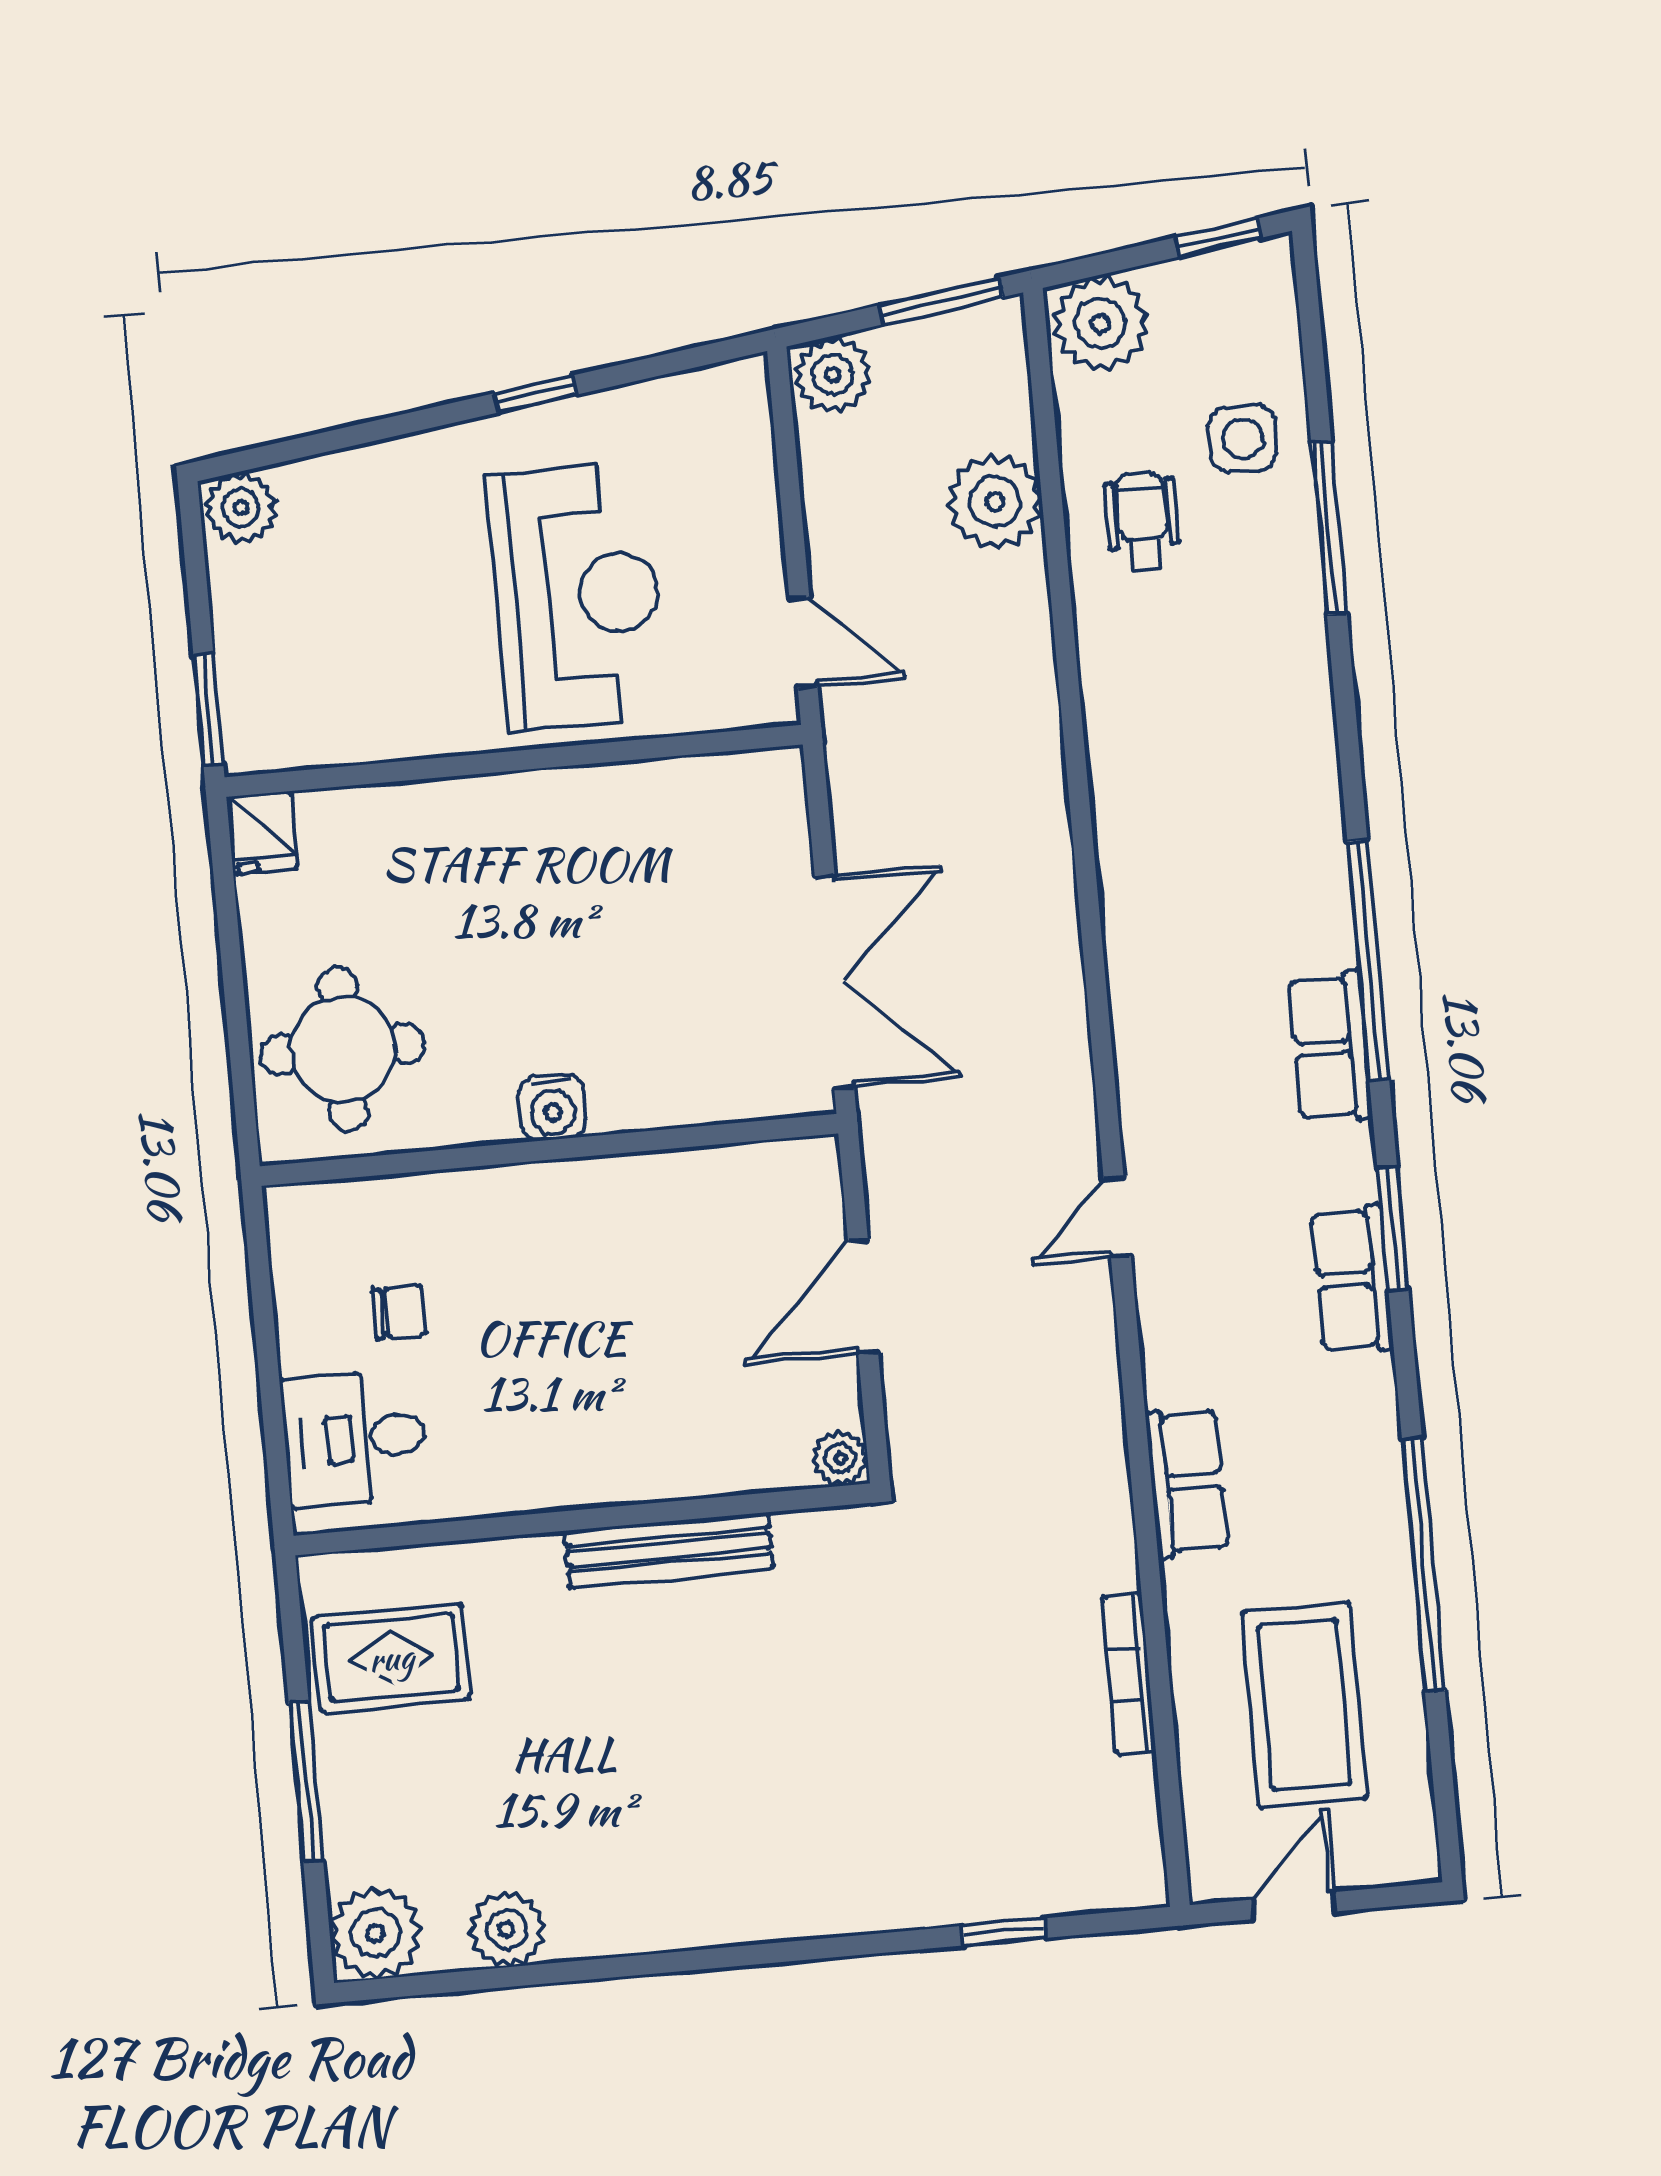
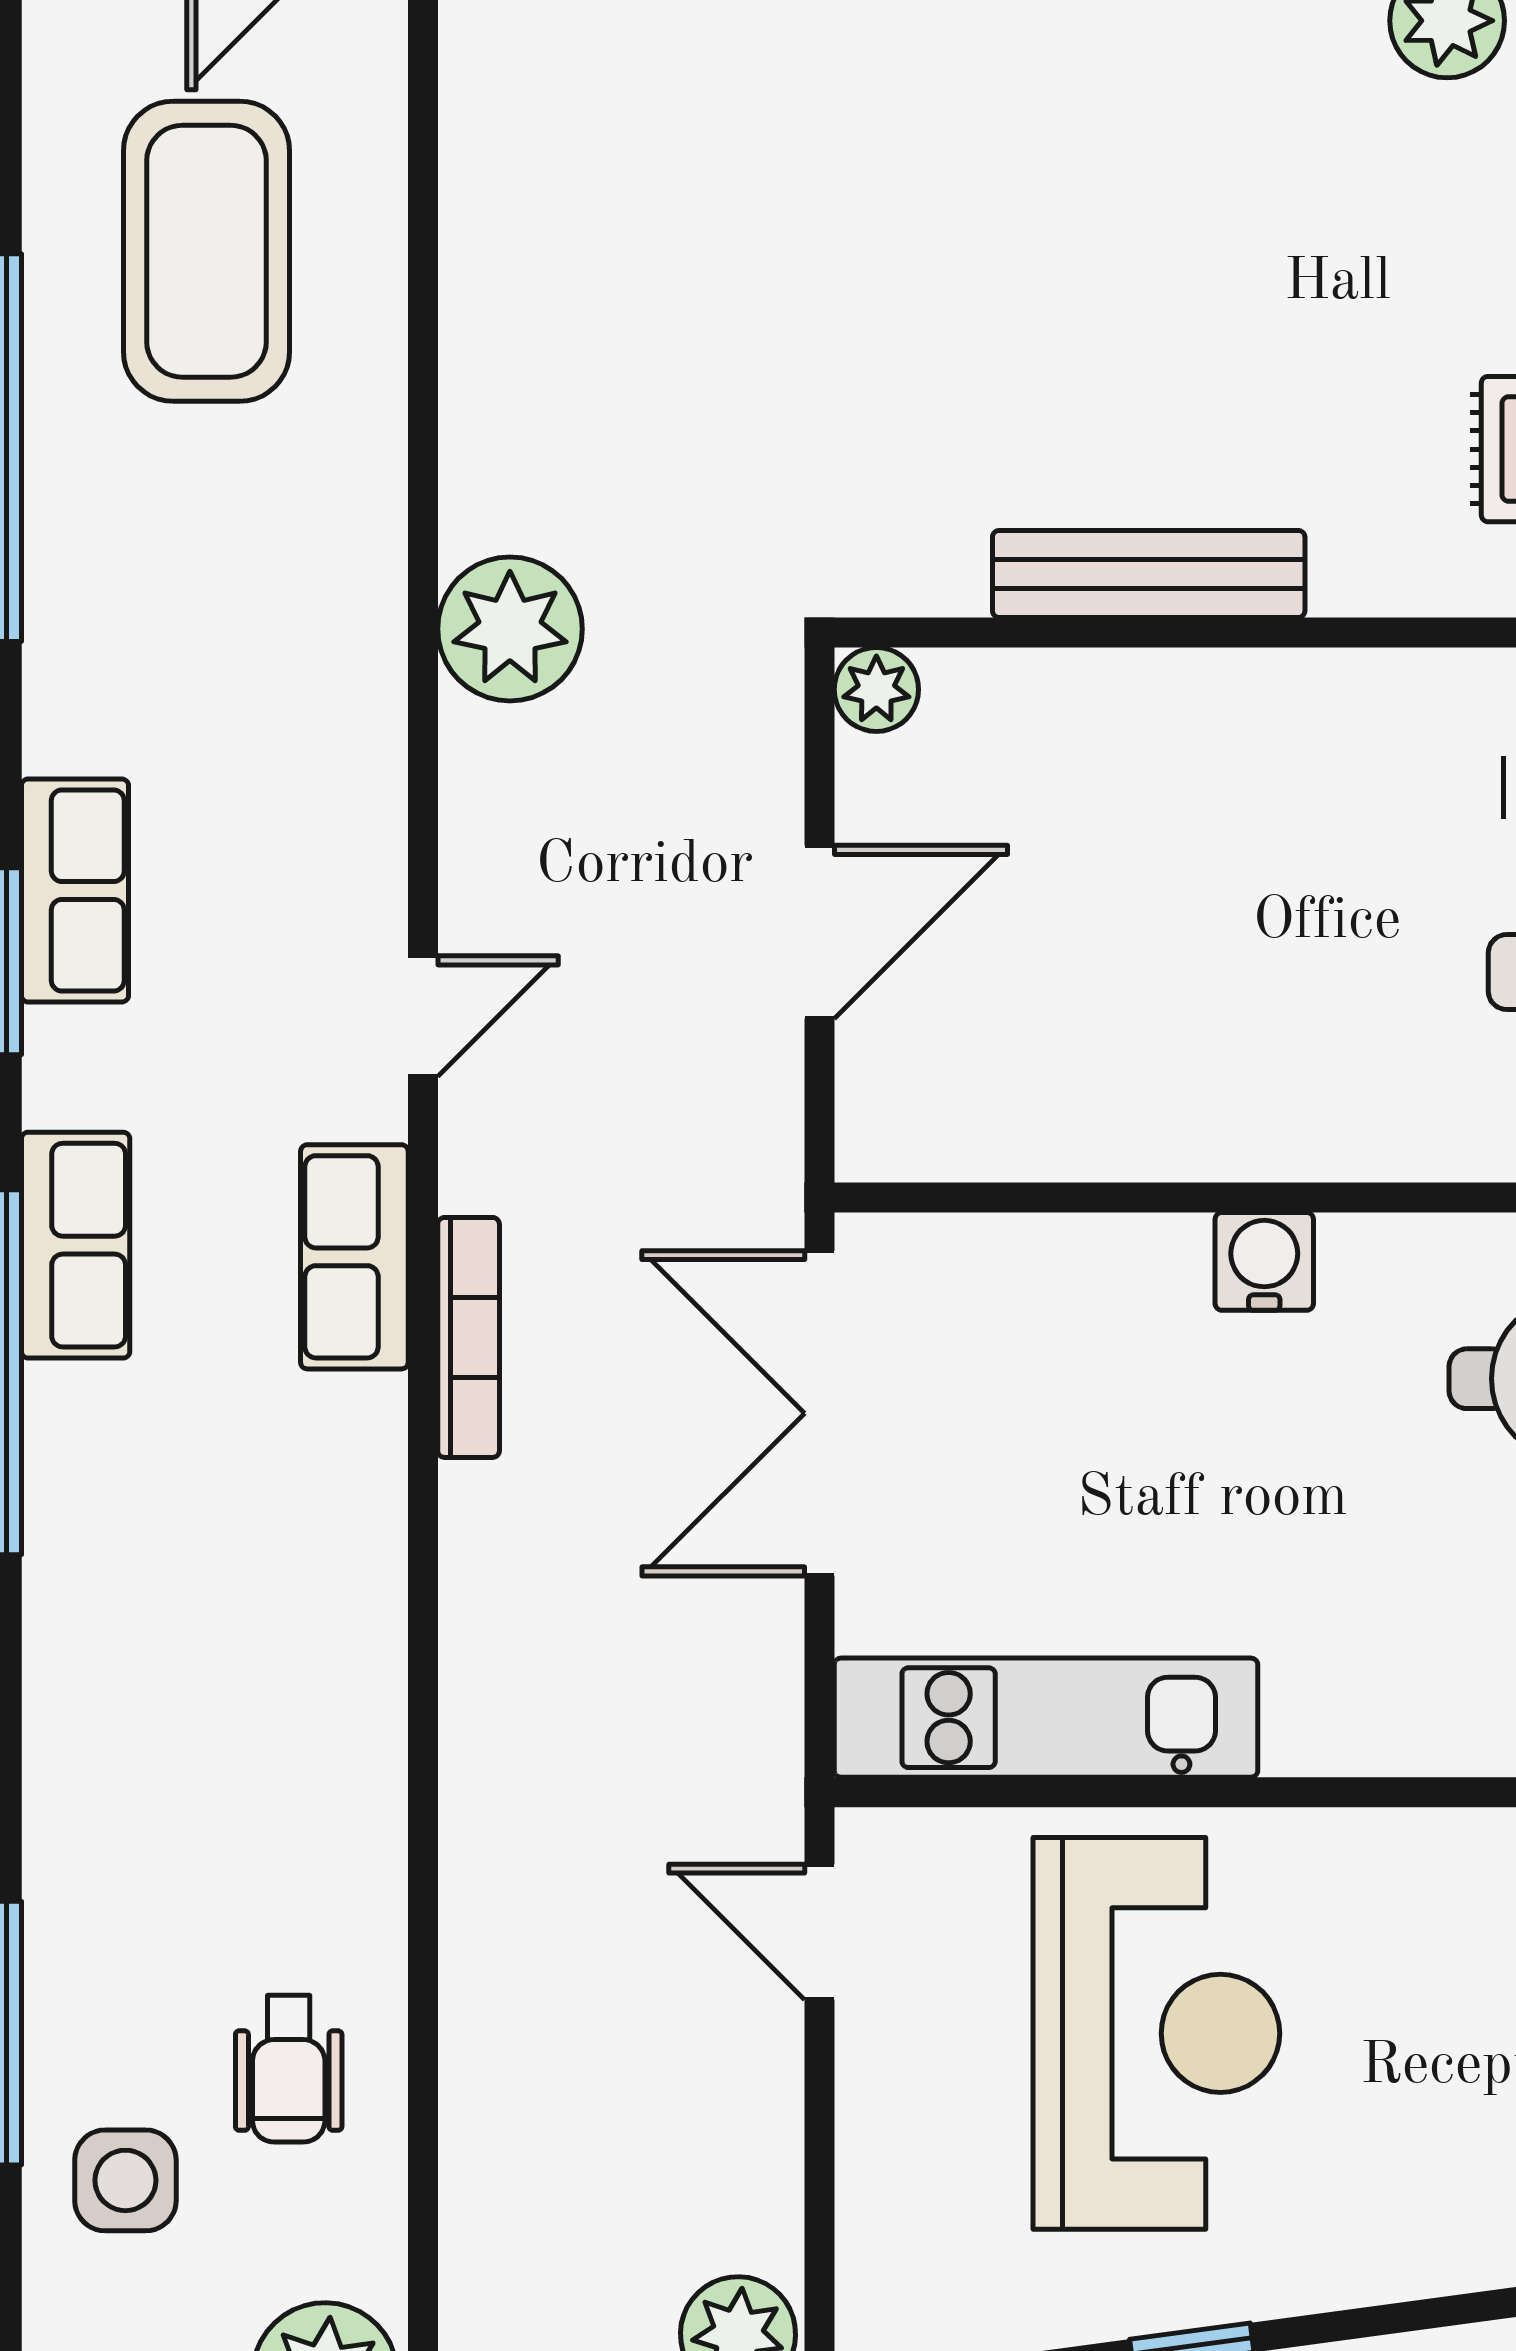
plant: (995, 502) -> (510, 629), moved
reception desk: (577, 596) -> (1156, 2033), turned 180
kitchen unit: (668, 796) -> (1046, 1718), added
row of seats: (1187, 1482) -> (354, 1257), moved
bookcase: (1129, 1674) -> (469, 1337), moved

